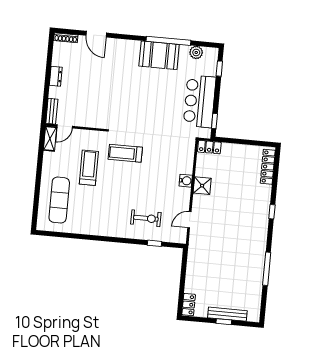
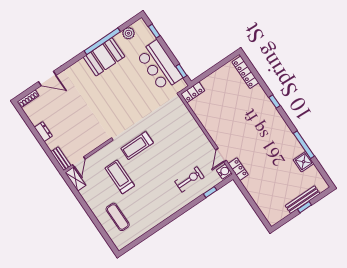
water cooler: (186, 181) -> (224, 172), moved
shower: (202, 186) -> (304, 162), moved
exercise mat: (59, 200) -> (118, 217), width x0.73, depth x0.69
locker: (189, 305) -> (238, 169), moved

